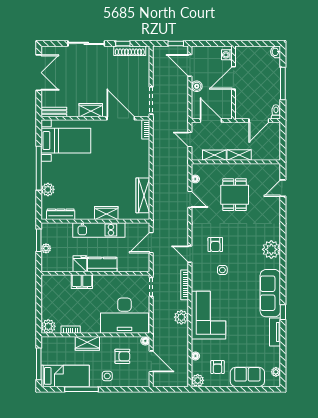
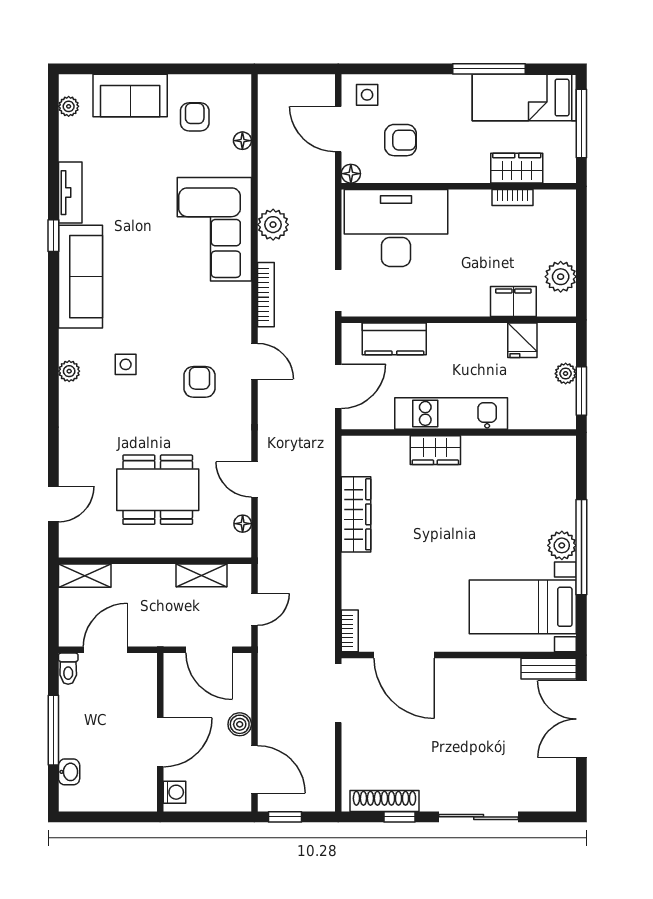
washbasin: (276, 52) -> (69, 772), moved
double door: (39, 73) -> (581, 719), moved
wardrobe: (91, 110) -> (469, 673), removed
door: (190, 139) -> (254, 609), hinge flipped
shelving: (239, 155) -> (85, 576), moved
plant: (48, 189) -> (562, 545), moved
wardrobe: (143, 195) -> (356, 514), moved
dining table: (235, 195) -> (158, 490), width x1.38
dresser: (61, 214) -> (534, 447), removed
plant: (271, 249) -> (69, 371), width x0.53, depth x0.53
fridge: (80, 264) -> (522, 340), moved
kitchen counter: (102, 264) -> (394, 339), moved
side table: (222, 270) -> (126, 364), moved
filing cabinet: (82, 282) -> (513, 302), moved
plant: (48, 326) -> (561, 277), moved
wardrobe: (87, 343) -> (517, 168), moved
armchair: (122, 356) -> (400, 140), turned 180
side table: (107, 376) -> (367, 95), moved
plant: (198, 380) -> (238, 88), removed

